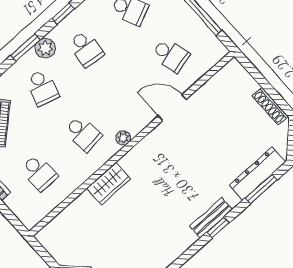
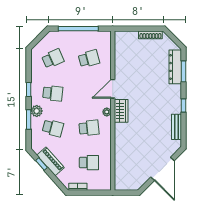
door: (172, 108) -> (113, 89), moved
wardrobe: (109, 184) -> (121, 111), moved
bench: (211, 218) -> (176, 127), moved

